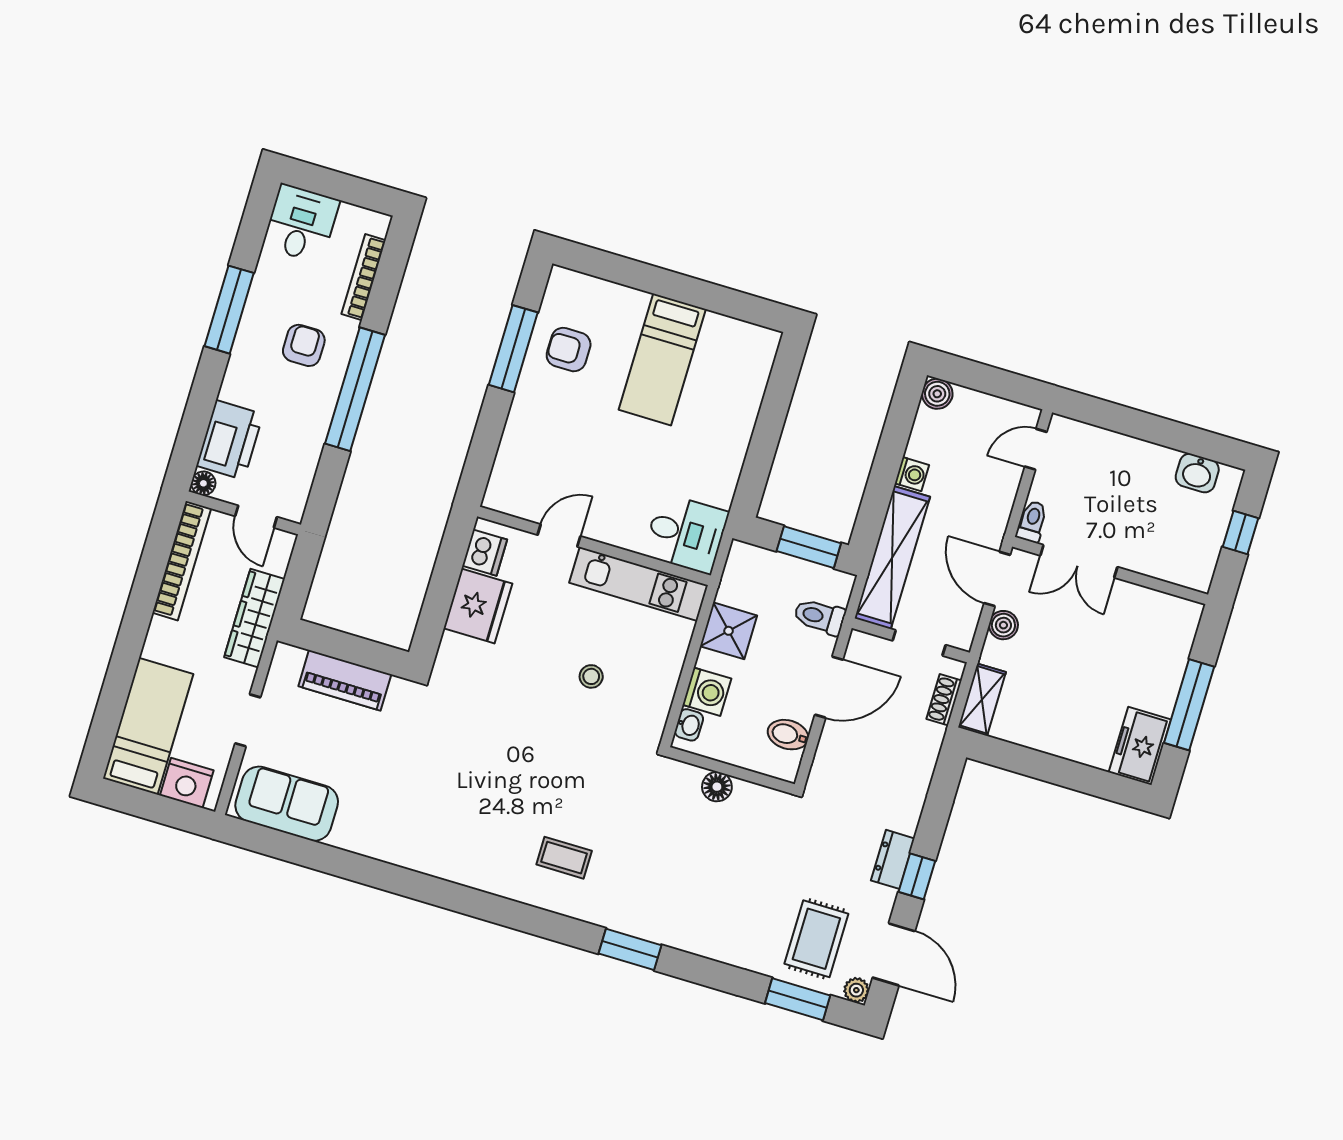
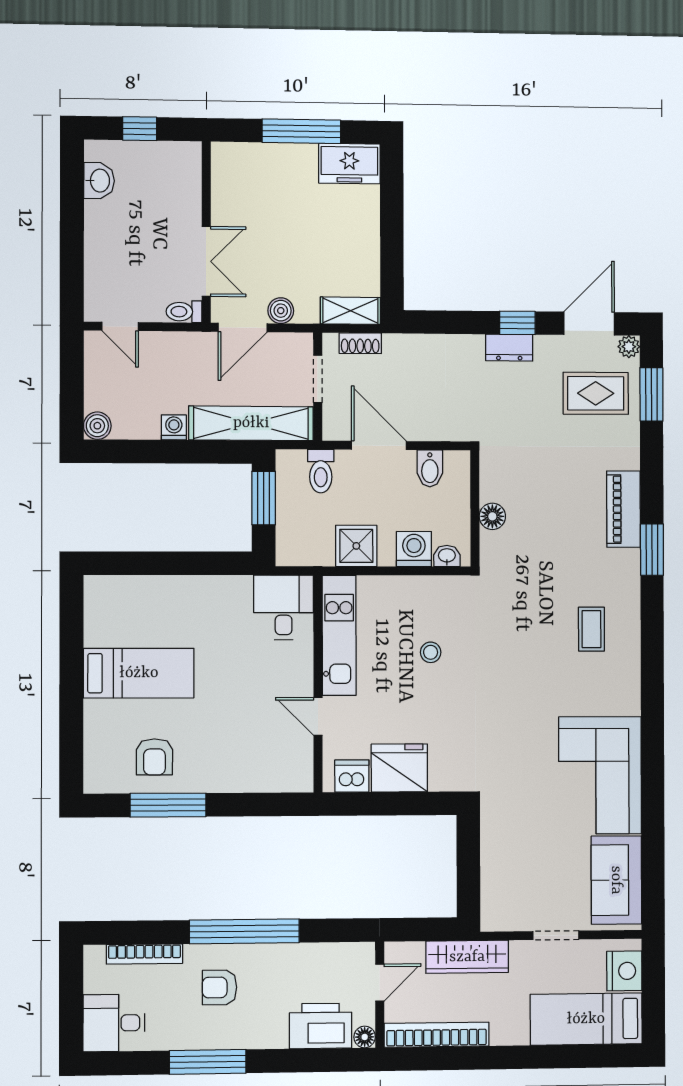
piano: (345, 680) -> (624, 509), moved, turned 180
corner sofa: (404, 820) -> (600, 775), added

